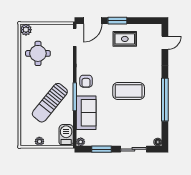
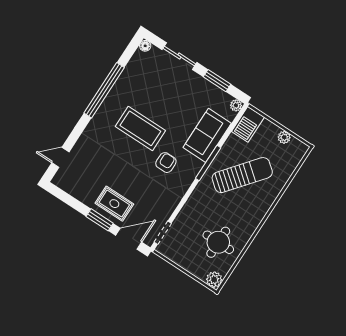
rug: (125, 39) -> (114, 204), moved
armchair: (86, 81) -> (166, 163), moved

